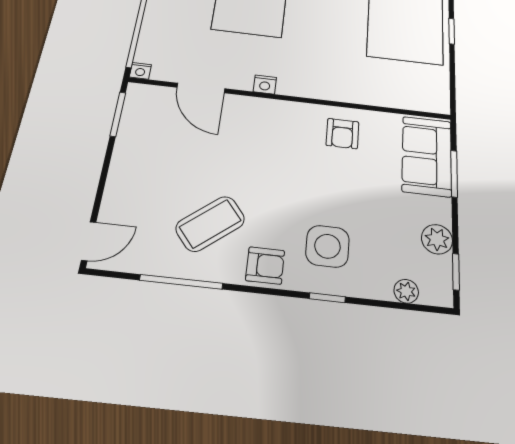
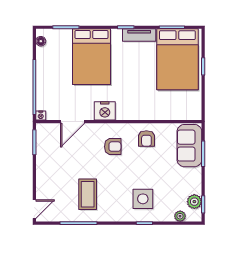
nightstand: (265, 85) -> (105, 111), width x1.89, depth x1.79
door: (201, 88) -> (73, 122), hinge flipped
coffee table: (210, 224) -> (88, 194), turned -51
plant: (437, 239) -> (194, 202), moved
armchair: (265, 265) -> (113, 147), moved

